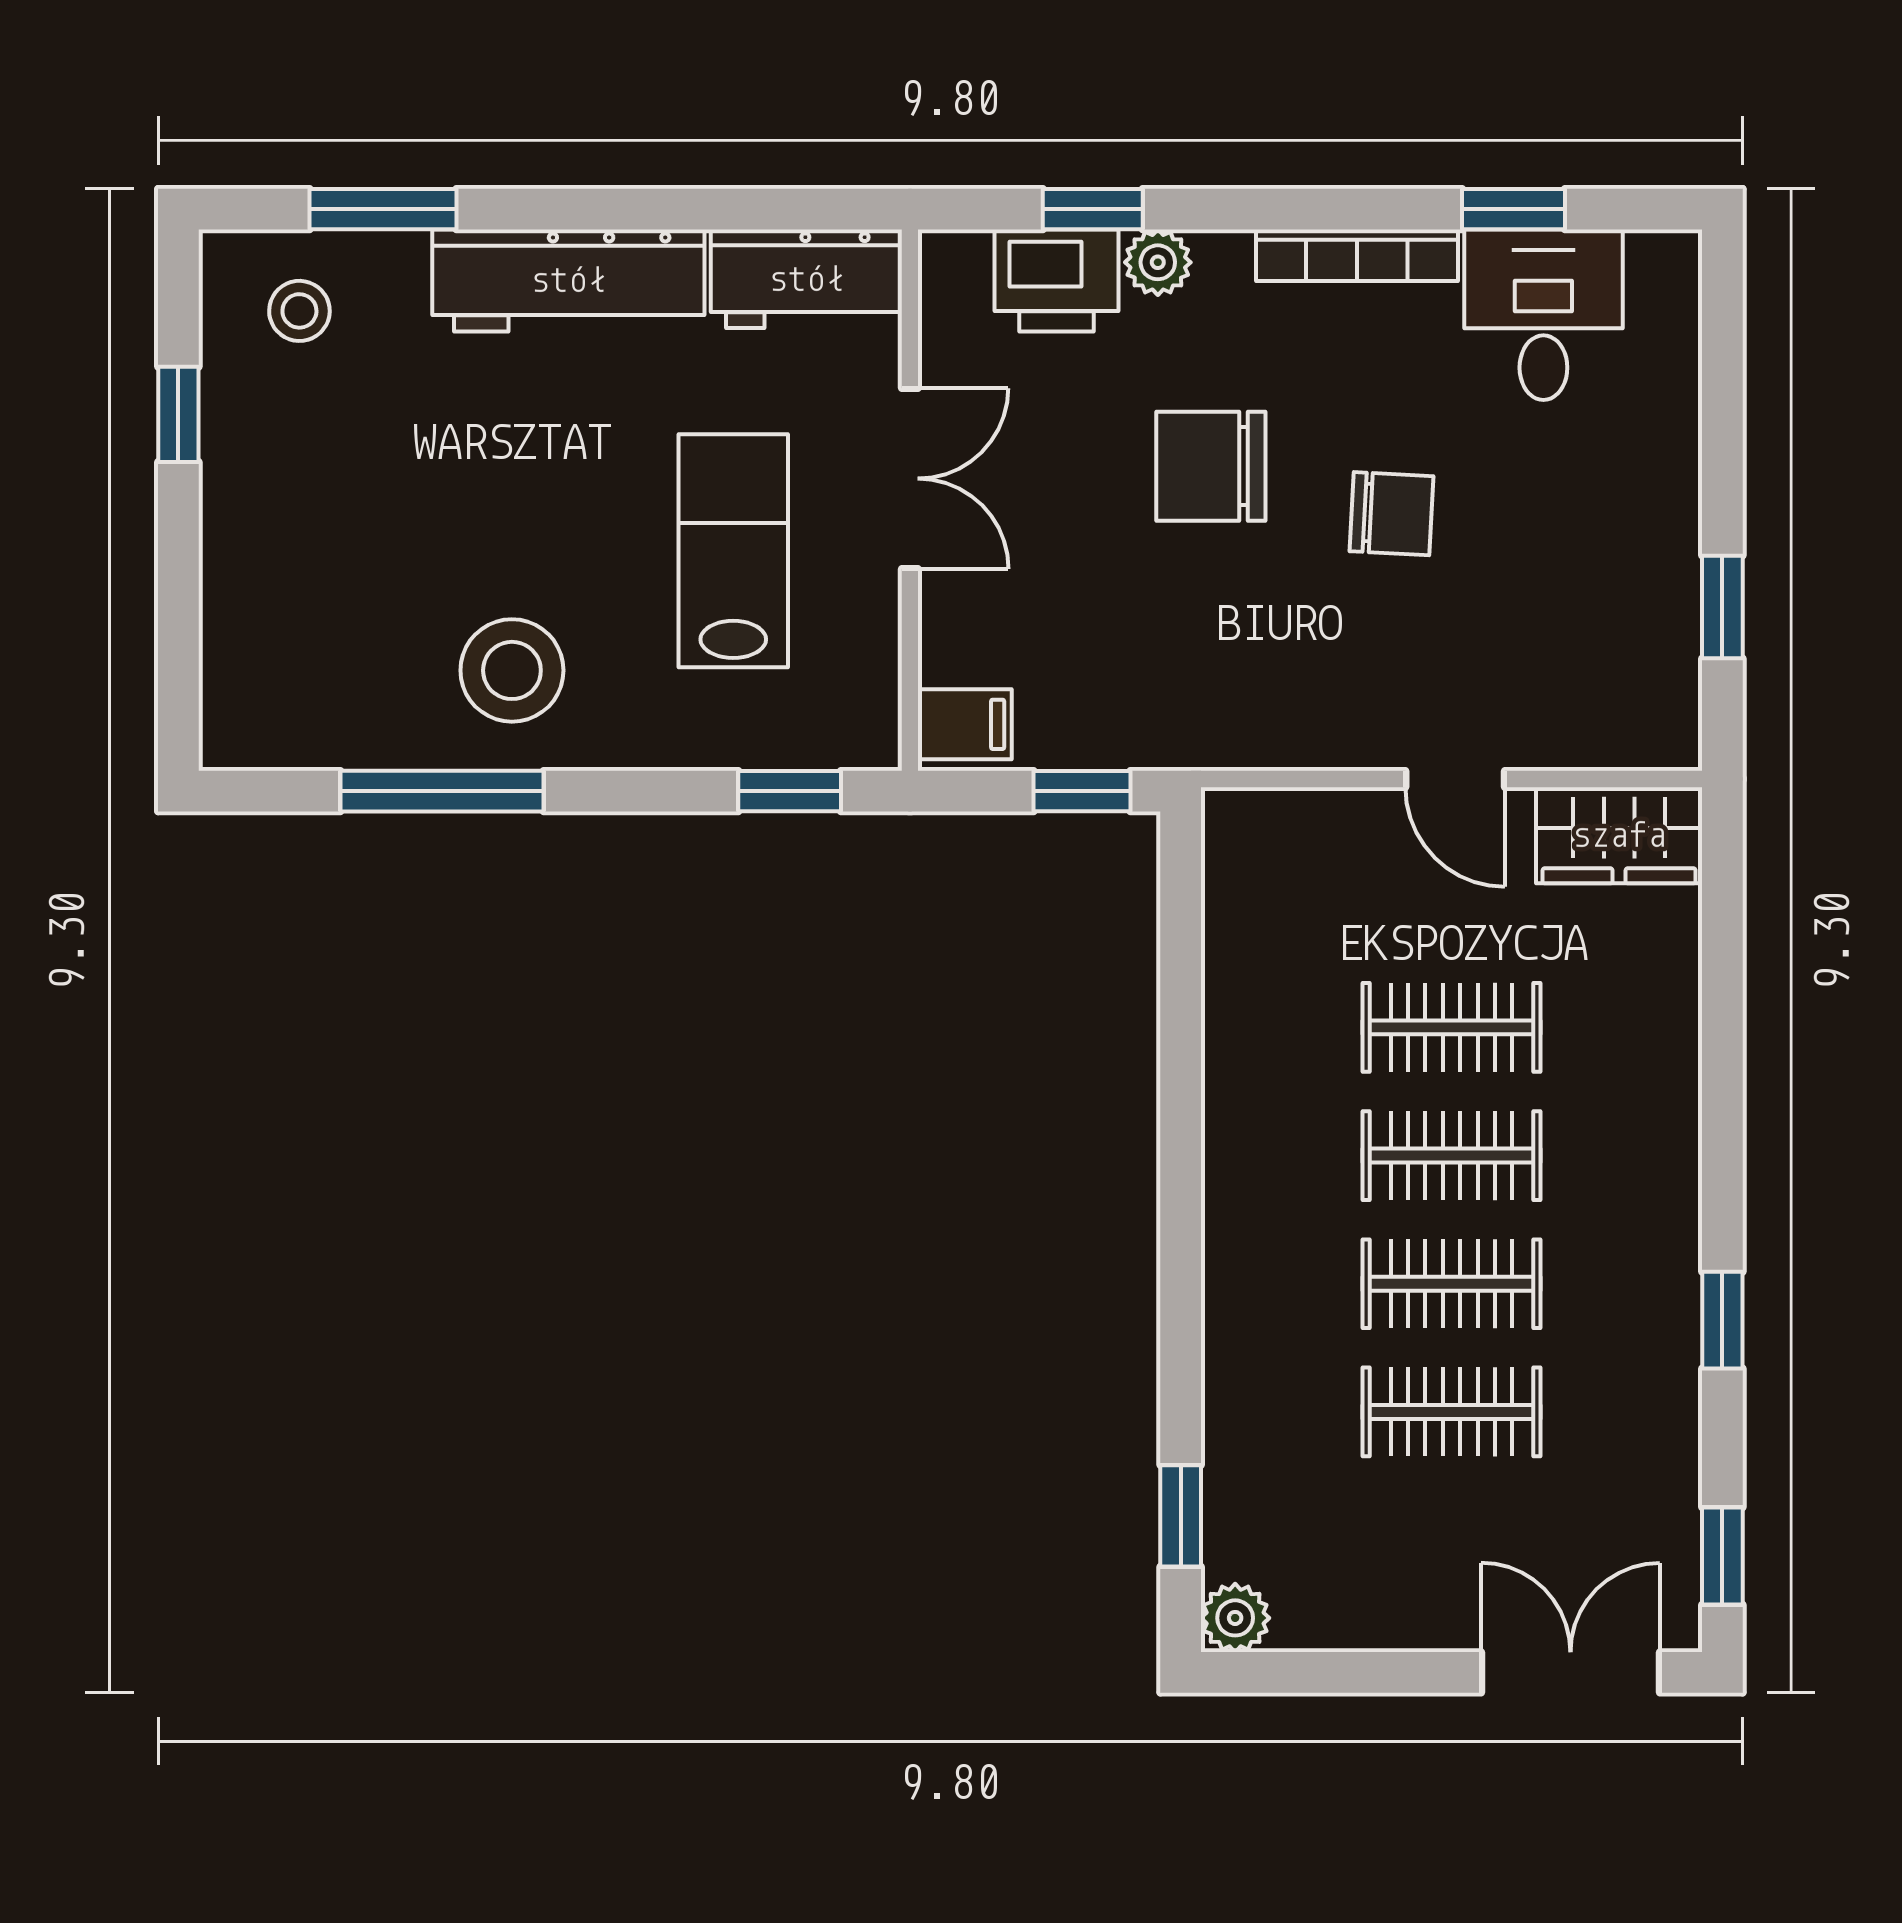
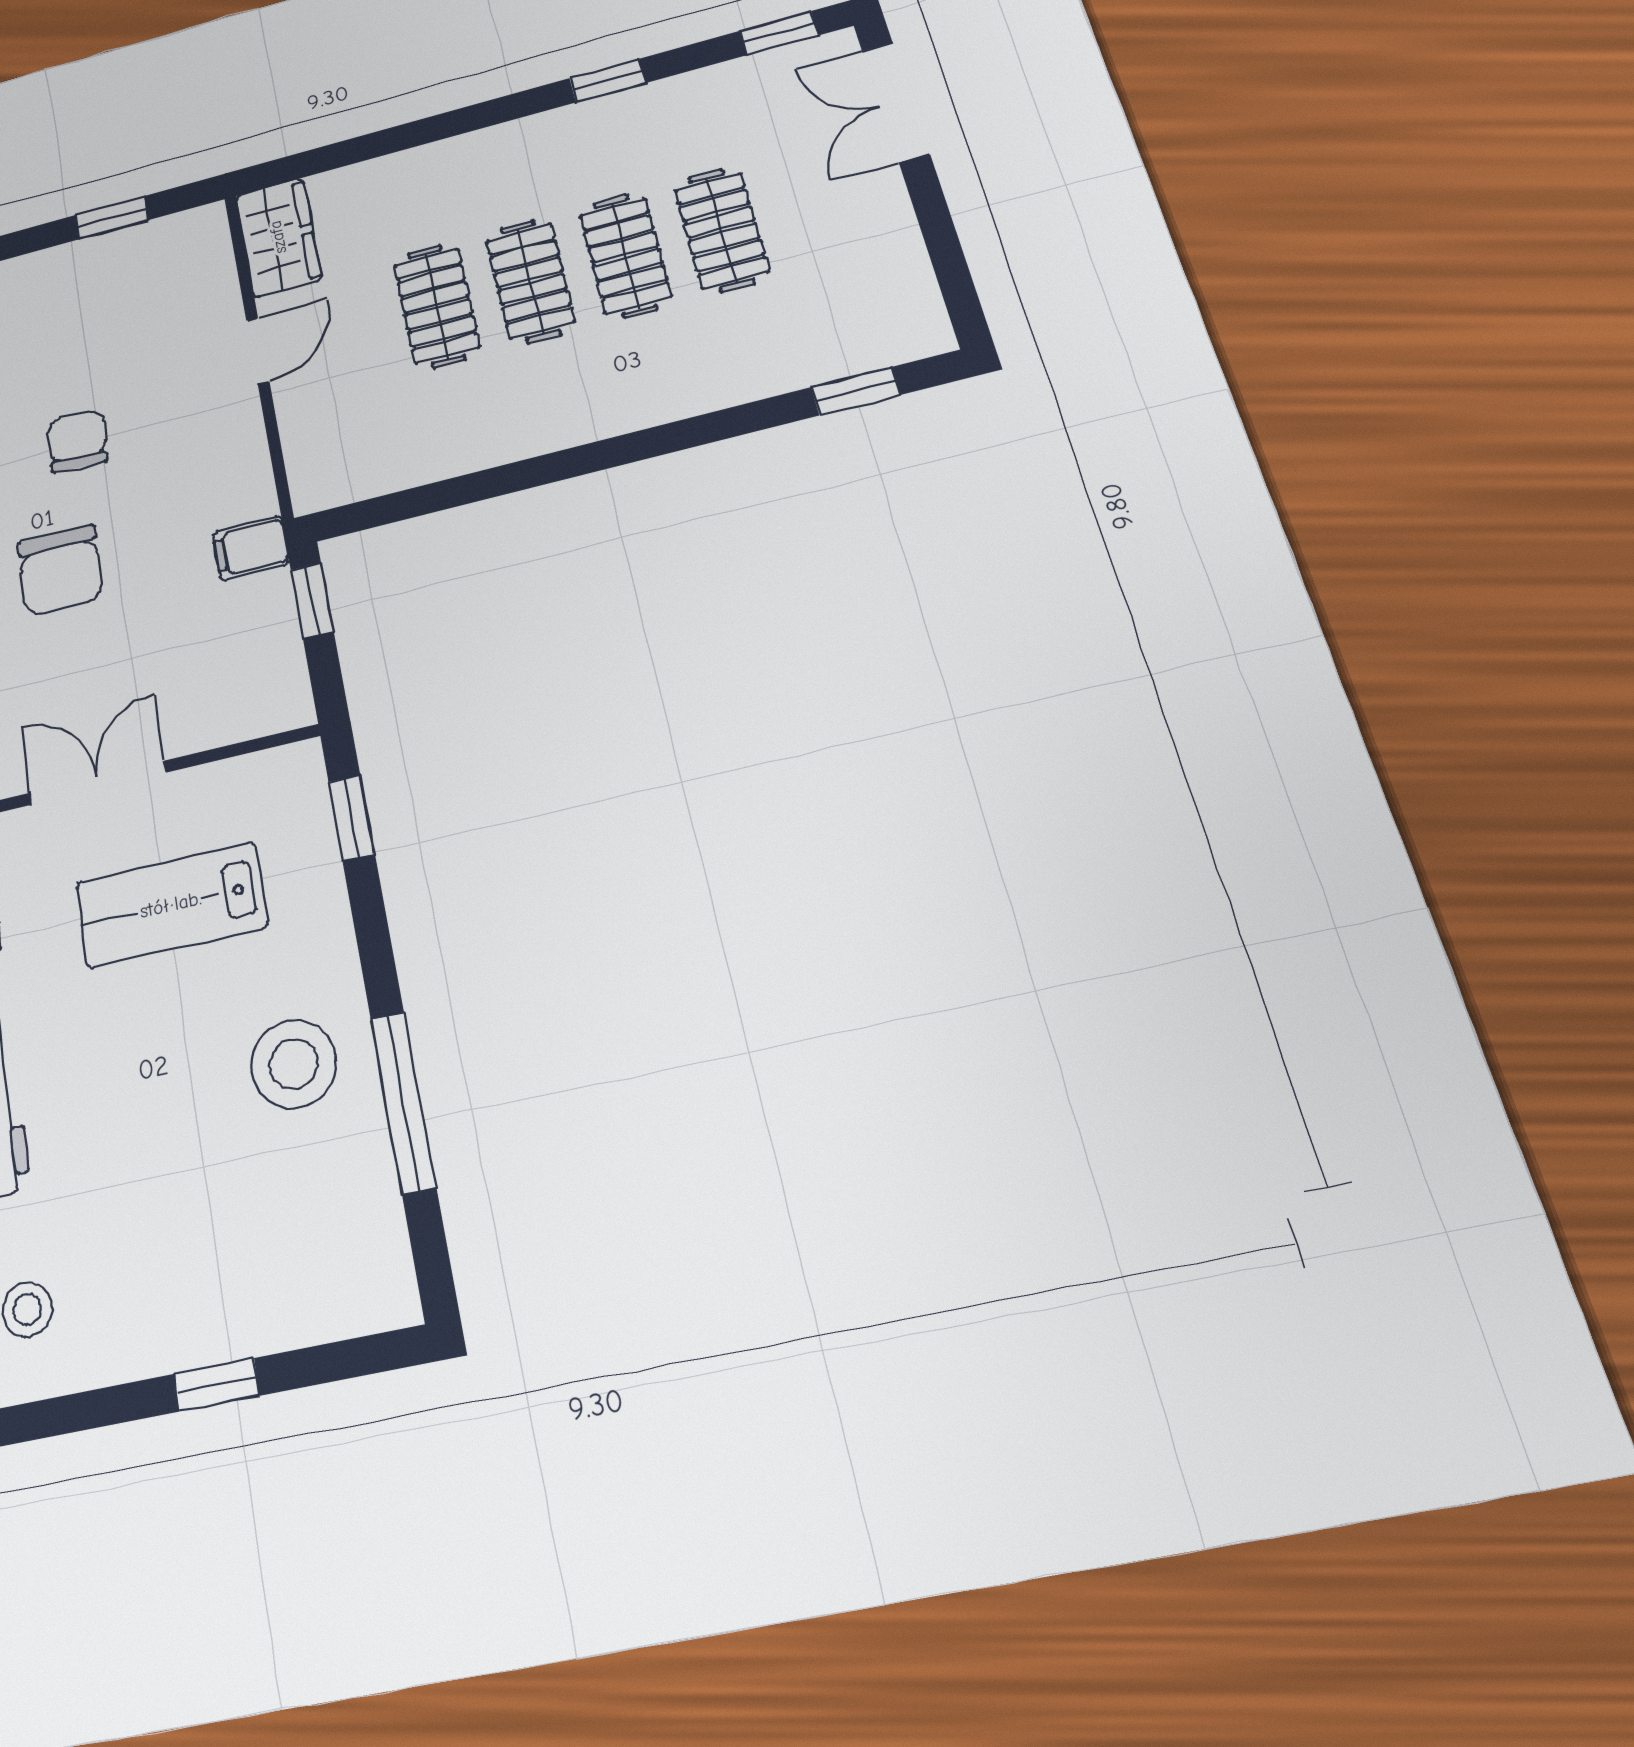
window: (178, 414) -> (217, 1385), moved
filing cabinet: (965, 724) -> (251, 548), moved, turned -90
plant: (1235, 1618) -> (925, 333), removed

